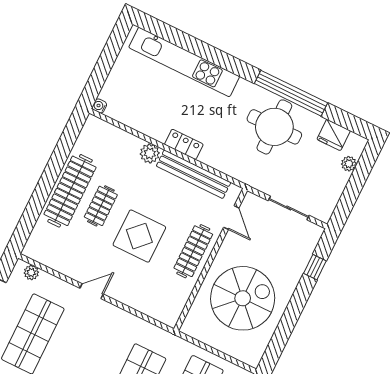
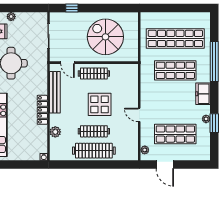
locker: (184, 144) -> (42, 110), width x1.53
plant: (150, 153) -> (55, 132), moved
clothes rail: (101, 206) -> (94, 131), width x1.36
door: (231, 218) -> (68, 63), swing flipped

